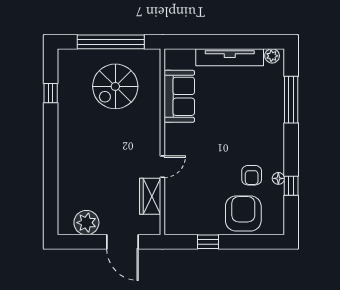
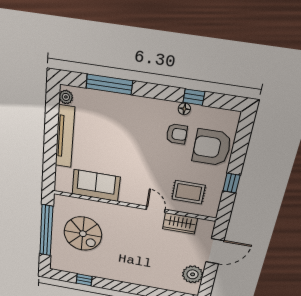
rug: (190, 199) -> (189, 192), added

